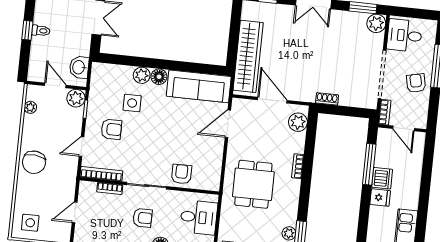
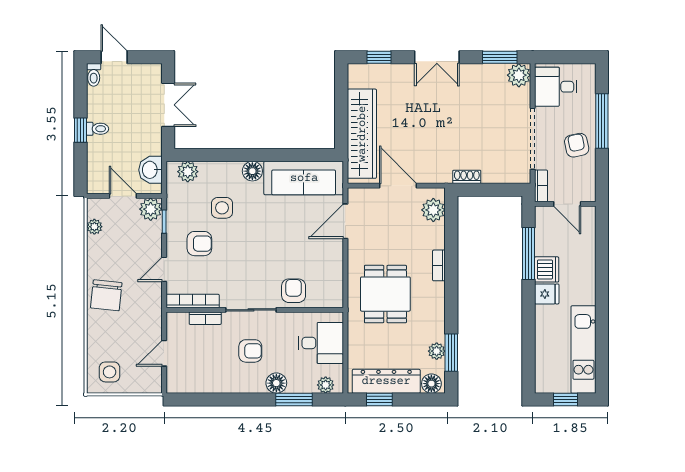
plant: (142, 75) -> (188, 172), moved

